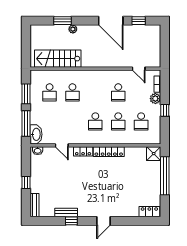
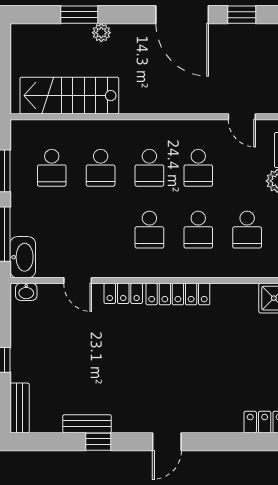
school desk: (95, 92) -> (149, 168), added

